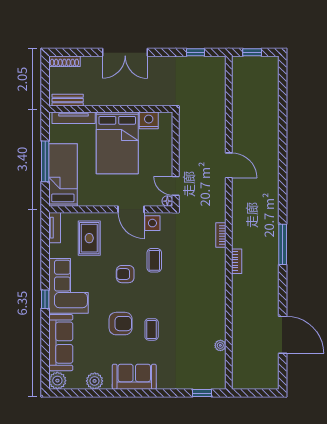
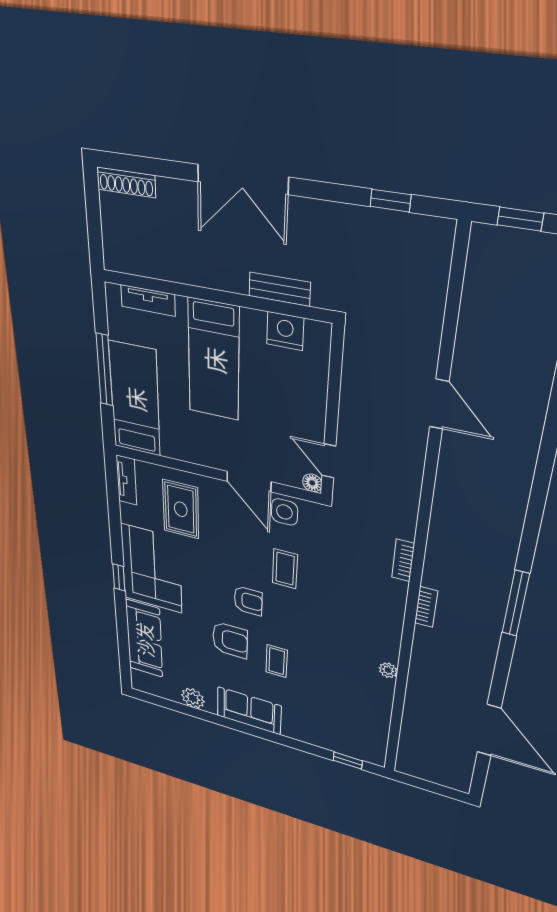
bench: (68, 100) -> (280, 289), moved
tv unit: (74, 118) -> (148, 300), width x0.71
bed: (117, 143) -> (214, 360), width x0.67
door: (229, 165) -> (439, 404), moved
armchair: (125, 274) -> (248, 601), moved, turned 180
plant: (220, 345) -> (388, 670), moved
plant: (57, 381) -> (142, 682), removed

